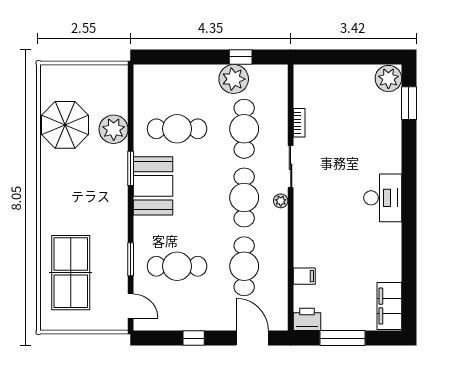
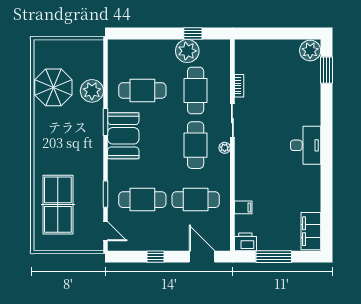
cafe table: (244, 266) -> (196, 200), turned 90

